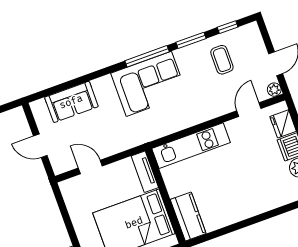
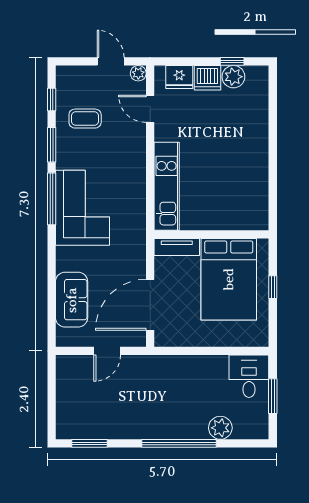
door: (90, 167) -> (150, 305), width x1.87
kitchen counter: (188, 217) -> (243, 217), removed

